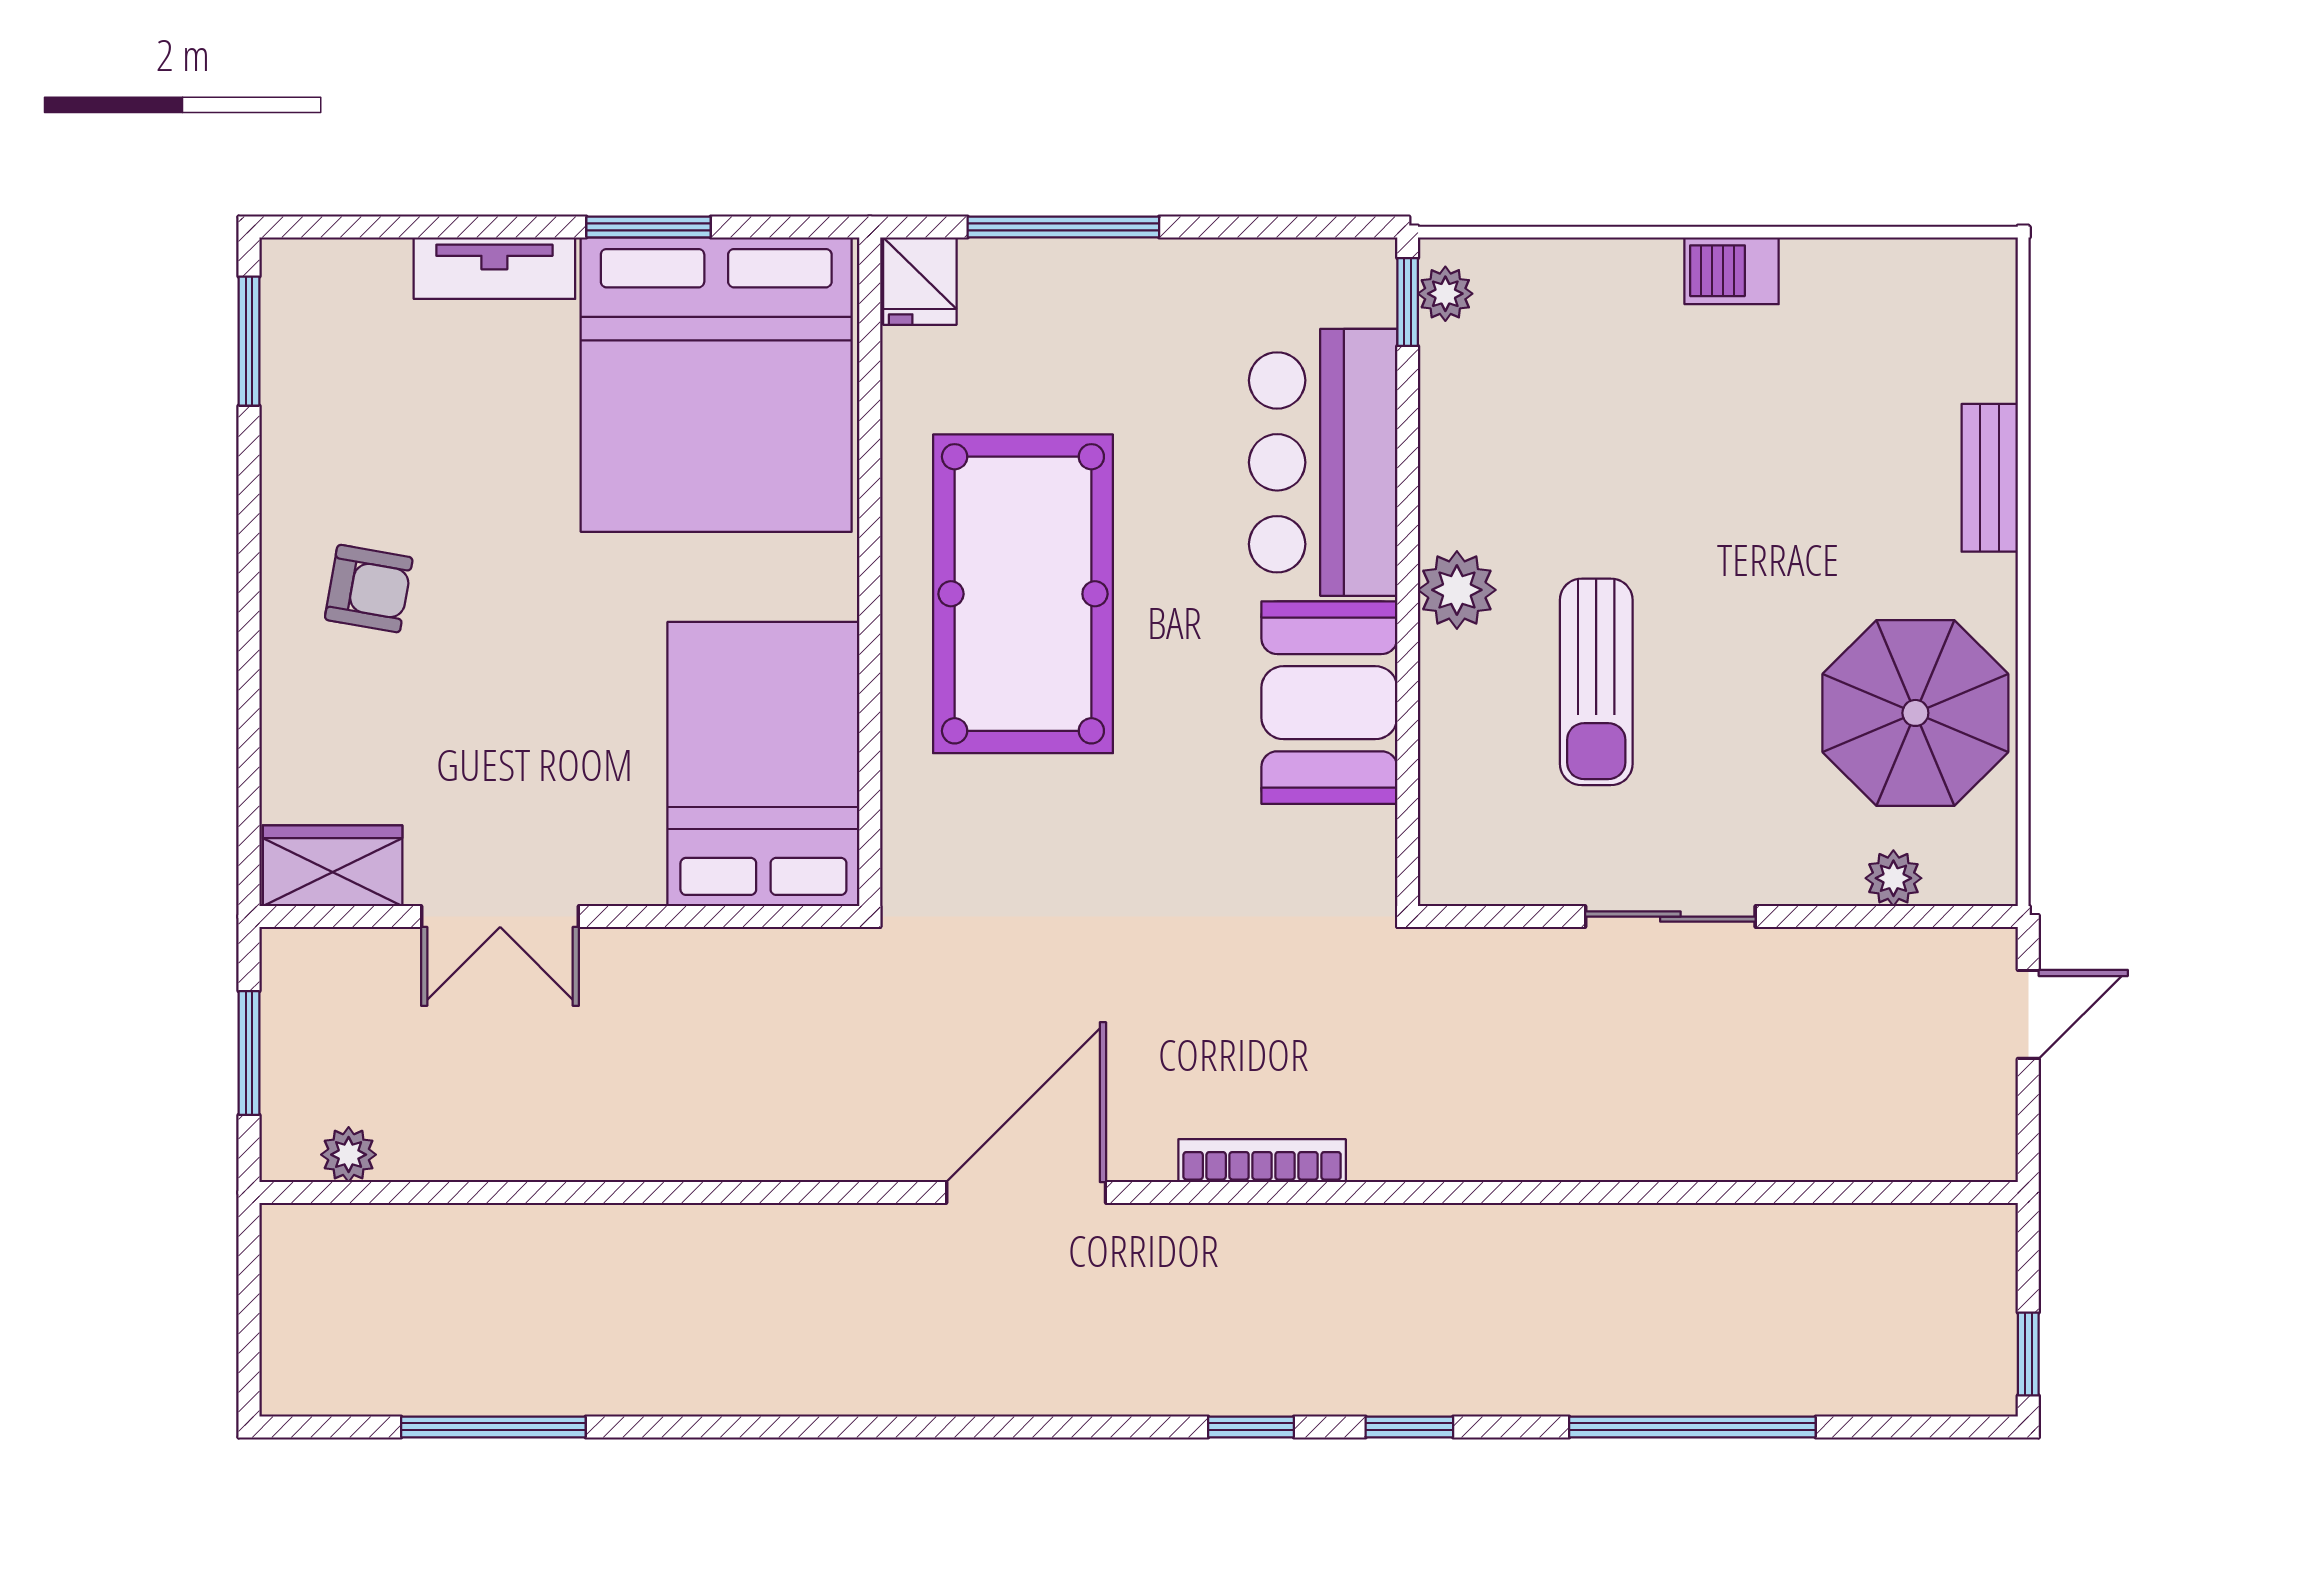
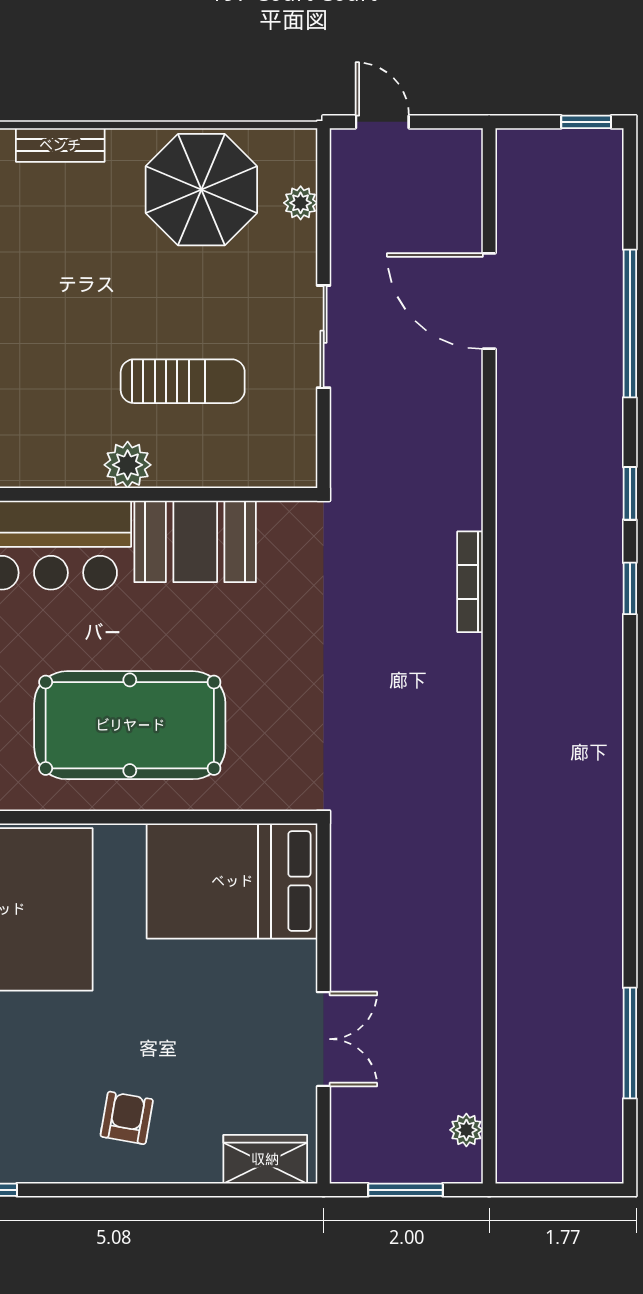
wardrobe: (333, 866) -> (265, 1159), moved, turned 90
door: (1026, 1192) -> (489, 301), moved

